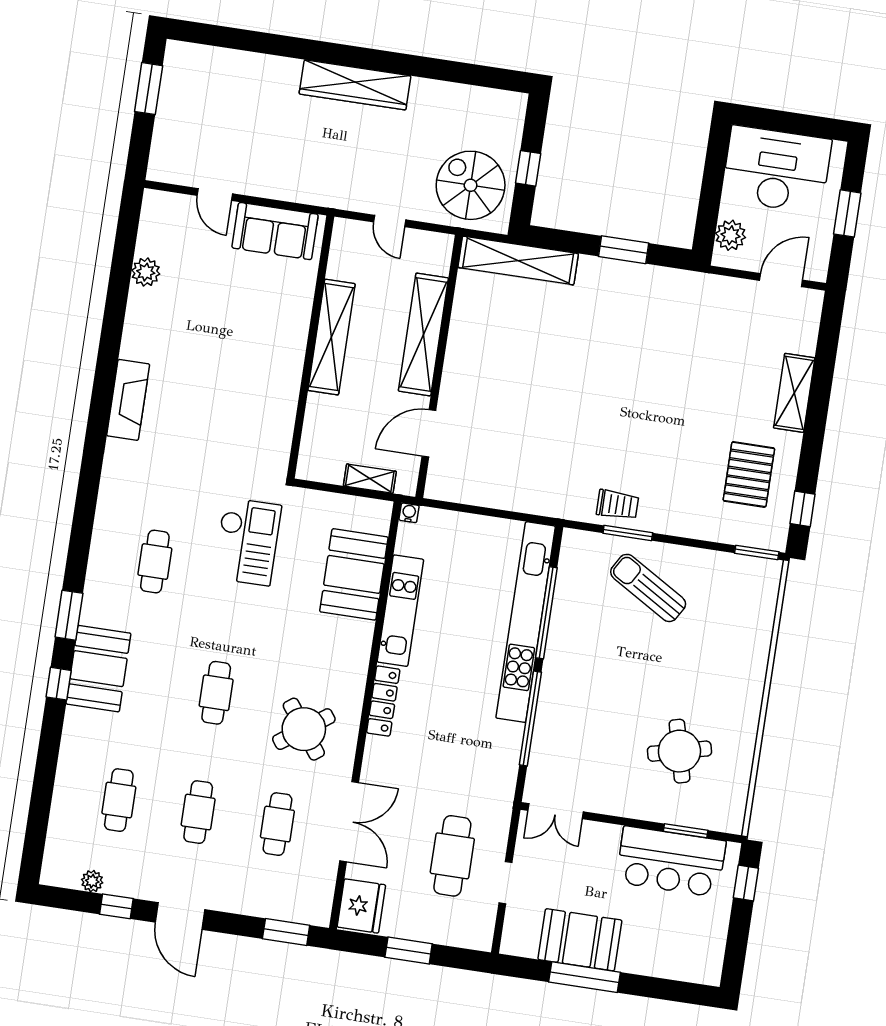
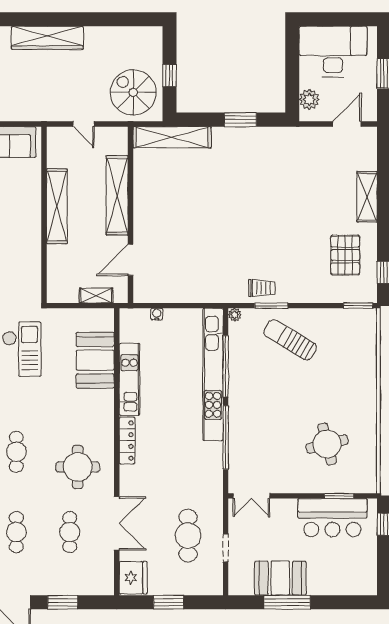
water cooler: (409, 513) -> (157, 314), moved
plant: (571, 538) -> (235, 315), added
round table: (304, 729) -> (78, 467), turned 36
window: (286, 932) -> (63, 602), moved

